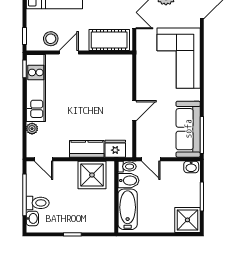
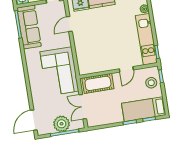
stool: (51, 39) -> (151, 83), moved
corner sofa: (179, 58) -> (59, 71), moved, turned 180
door: (134, 111) -> (69, 24), moved

